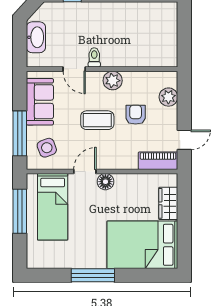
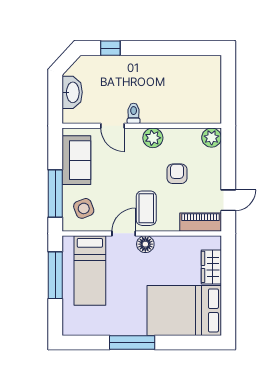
plant: (168, 97) -> (212, 138), moved
coffee table: (97, 120) -> (146, 208), moved, turned 90

